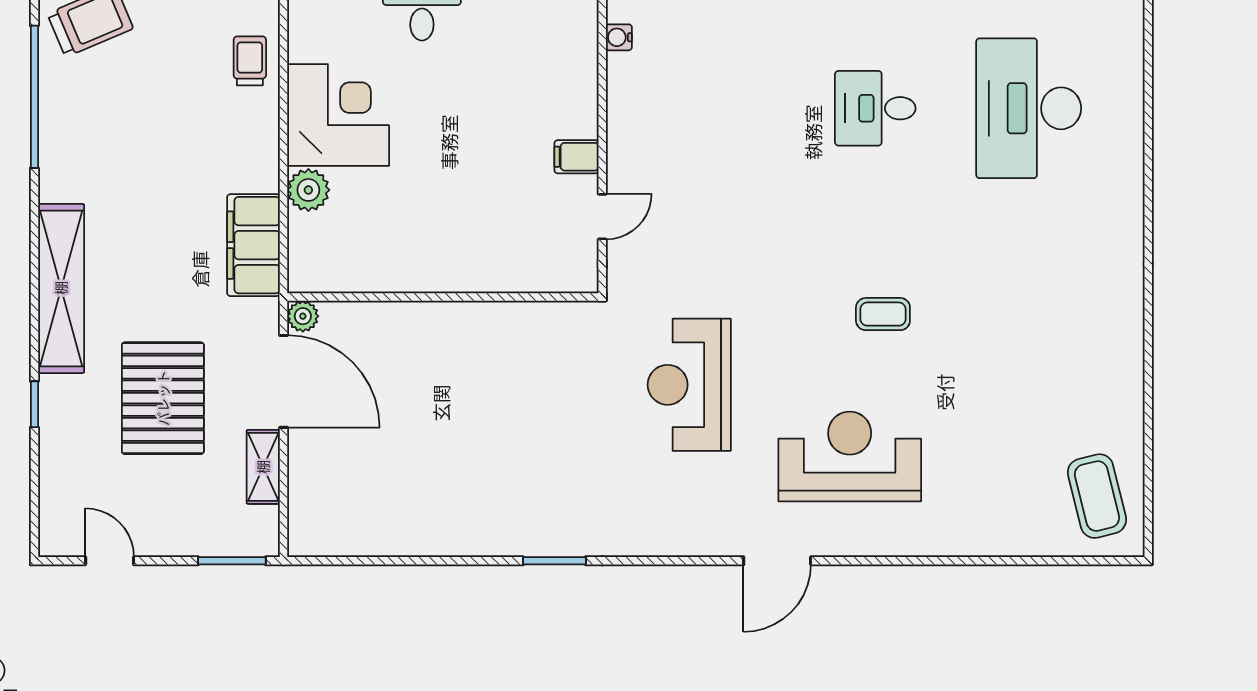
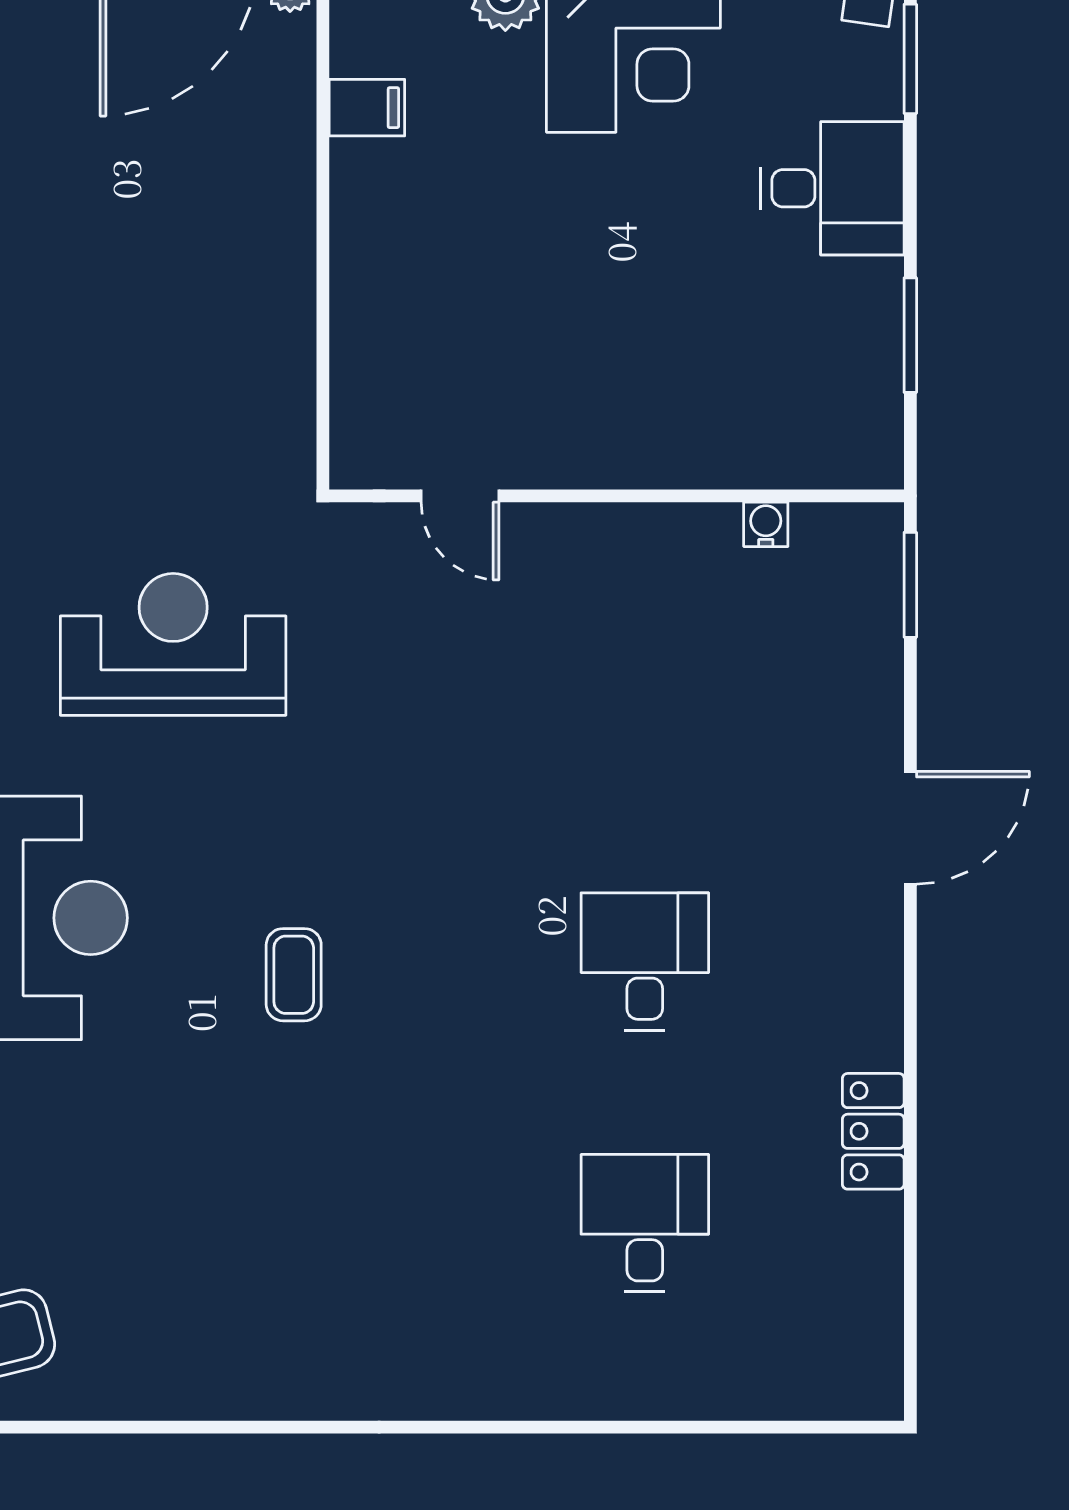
desk: (1029, 108) -> (645, 1223), width x0.53, depth x0.77
filing cabinet: (576, 157) -> (367, 108), moved, turned 90

